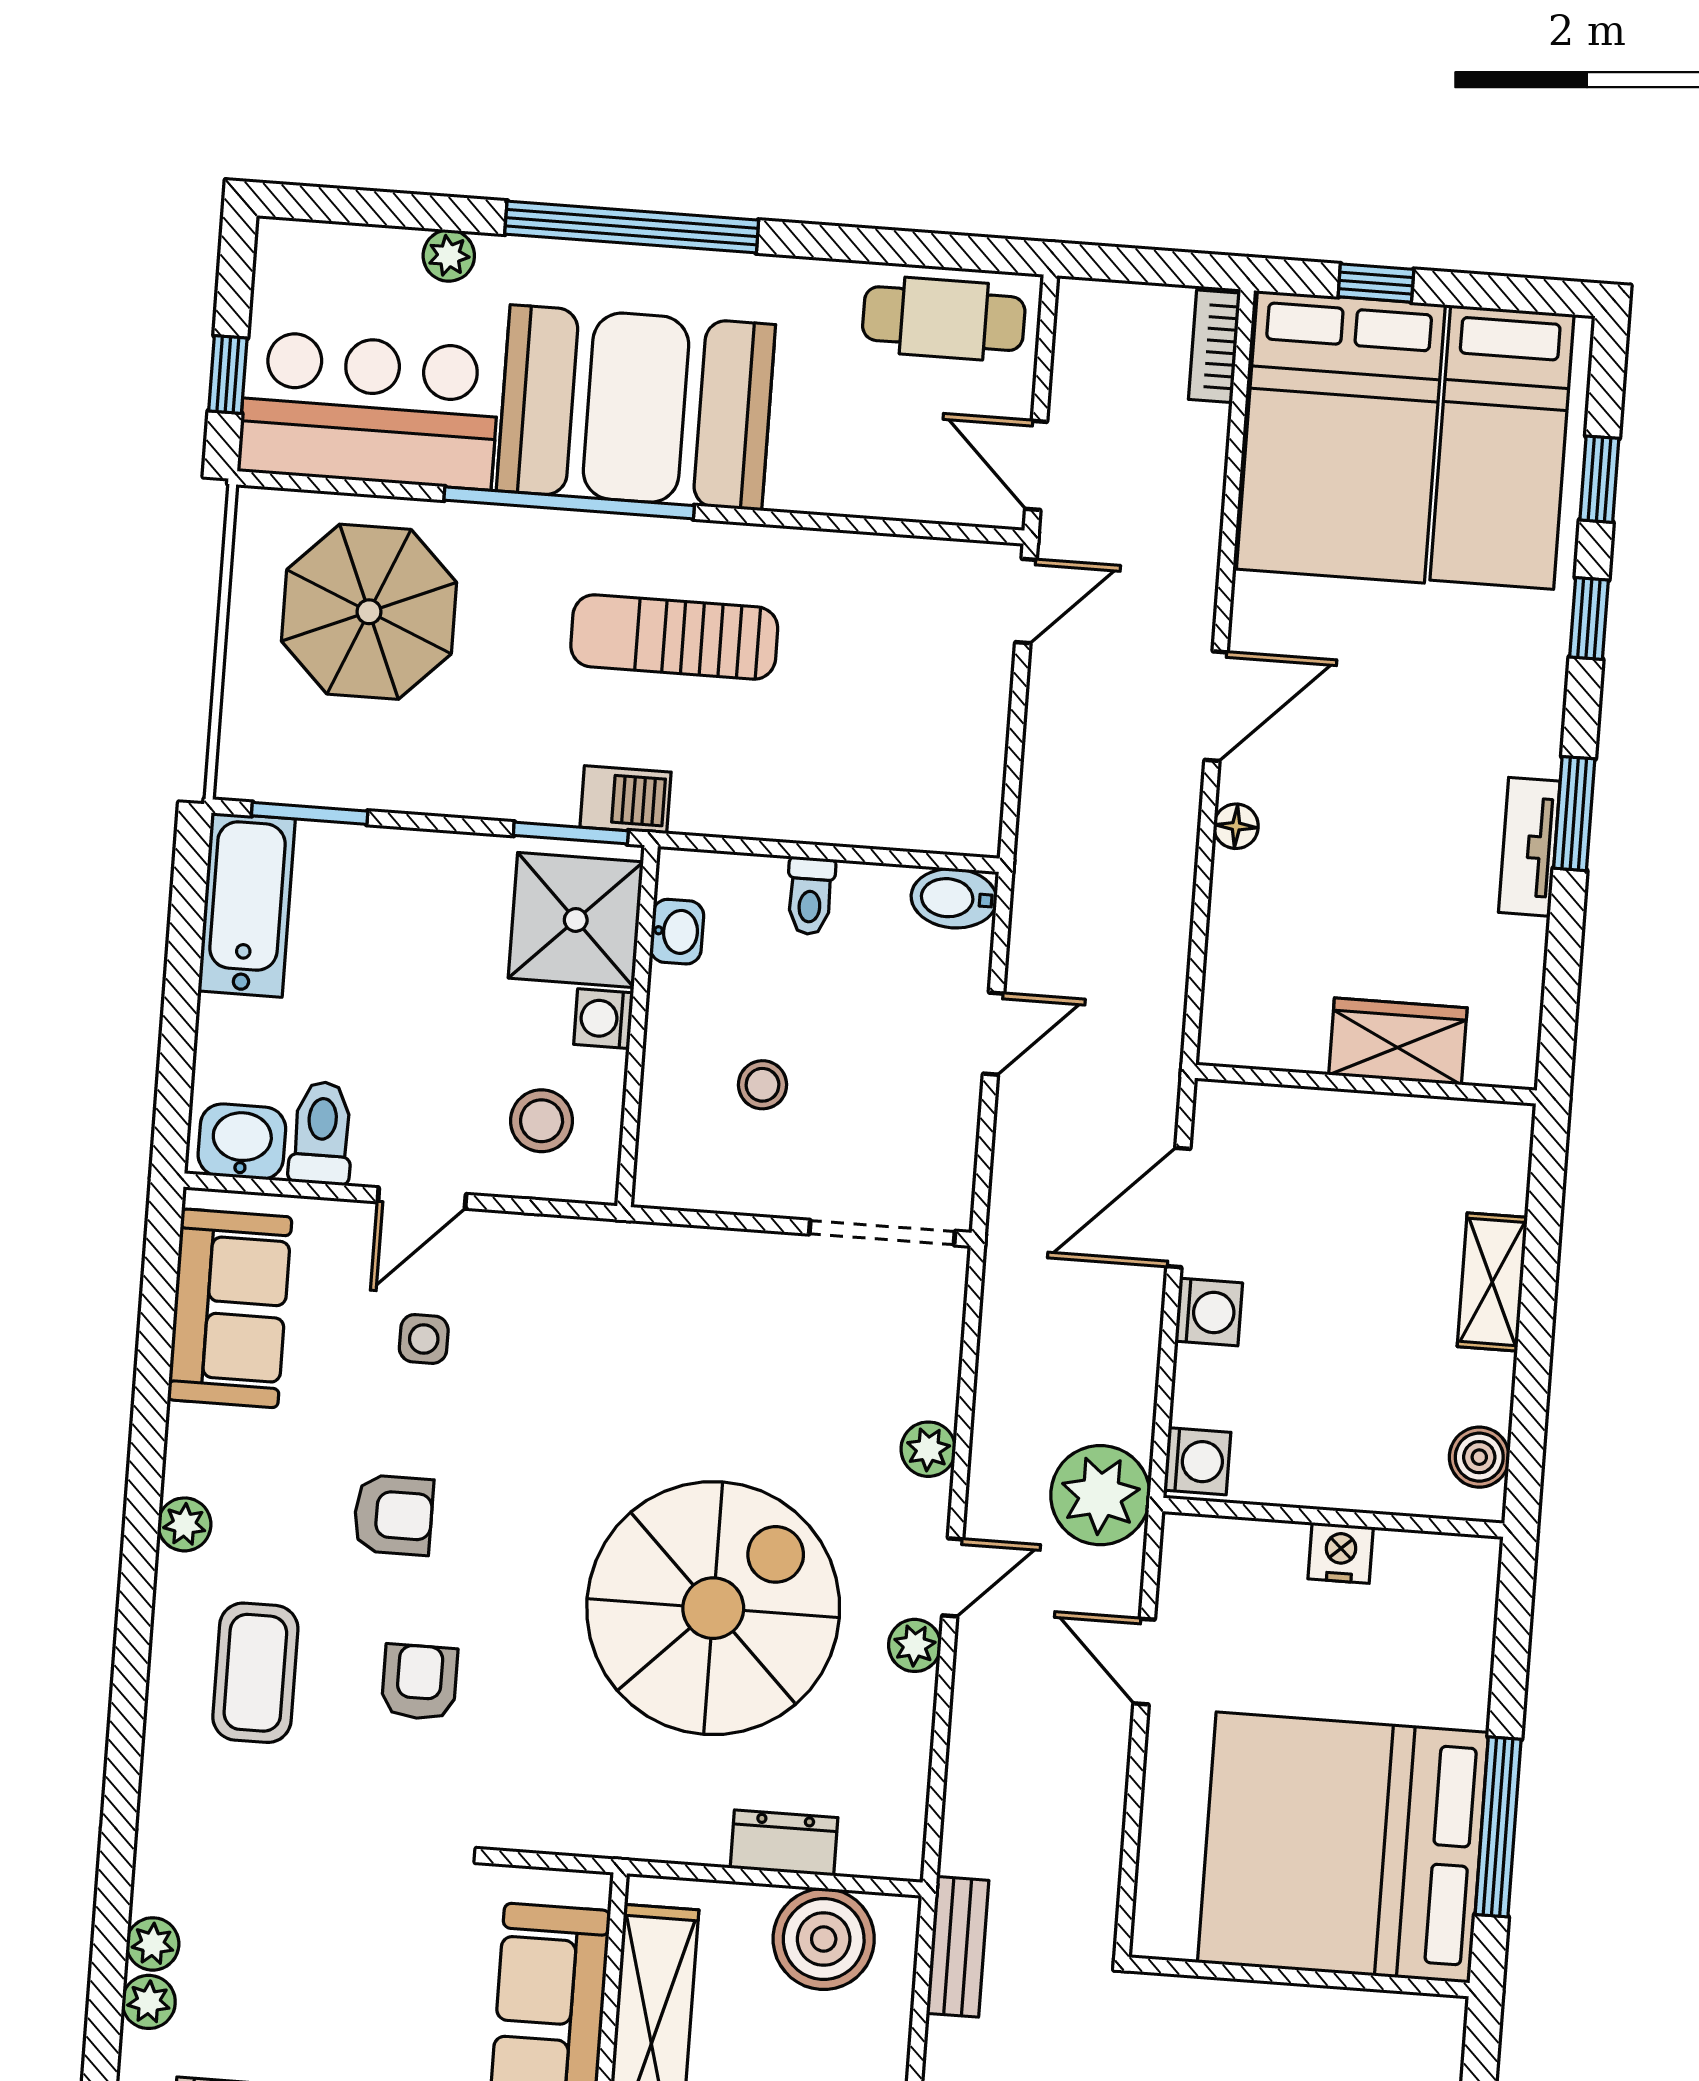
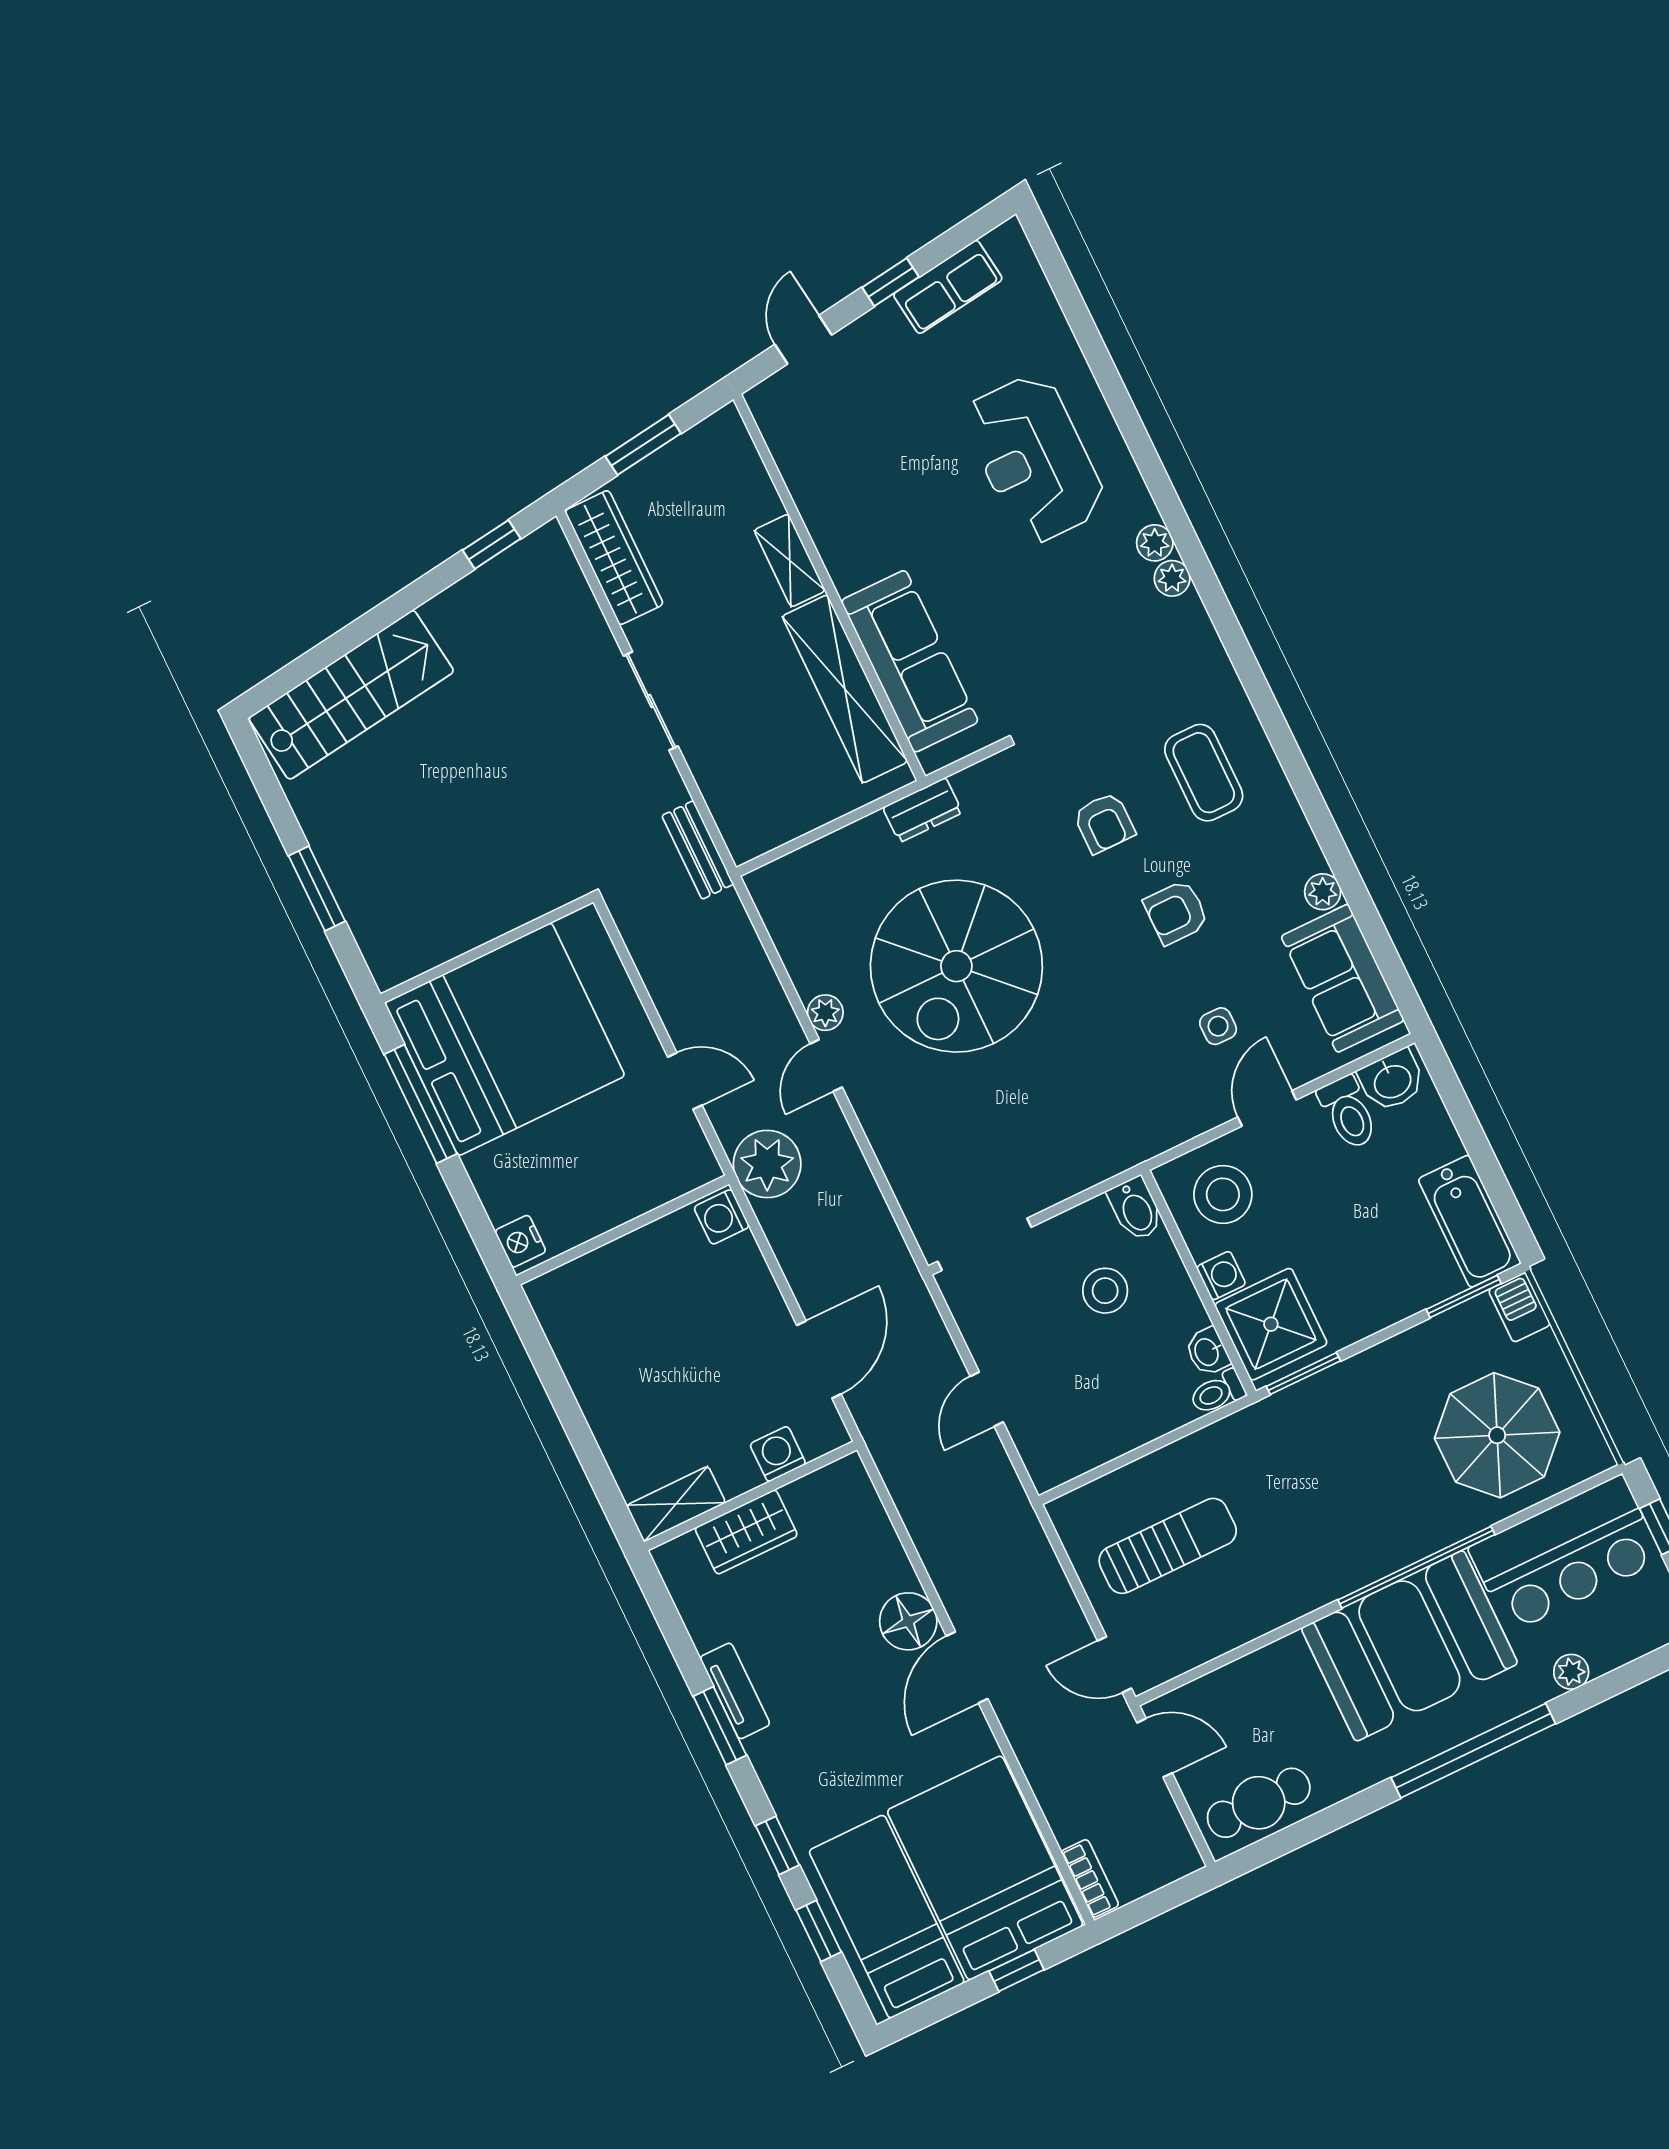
door: (1026, 601) -> (1114, 1665), hinge flipped
sun lounger: (674, 637) -> (1168, 1546), moved
barbecue: (626, 800) -> (1519, 1307), moved, turned 90
floor lamp: (1236, 826) -> (908, 1621), width x1.89, depth x1.89
toilet: (810, 896) -> (1218, 1392), moved, turned -90
bidet: (954, 898) -> (1136, 1209), moved, turned 90
stool: (763, 1085) -> (1105, 1291), width x1.37, depth x1.37
stool: (542, 1121) -> (1223, 1194), width x1.38, depth x1.38
shelving: (1492, 1282) -> (676, 1504), moved, turned 90
washing machine: (1209, 1312) -> (778, 1454), moved, turned 90
plant: (928, 1449) -> (884, 1133), removed
boiler: (1479, 1457) -> (557, 1315), removed
plant: (184, 1524) -> (1323, 892), moved
nightstand: (1341, 1553) -> (520, 1241), moved, turned 90
dresser: (784, 1843) -> (923, 810), moved
boiler: (824, 1939) -> (779, 809), removed

